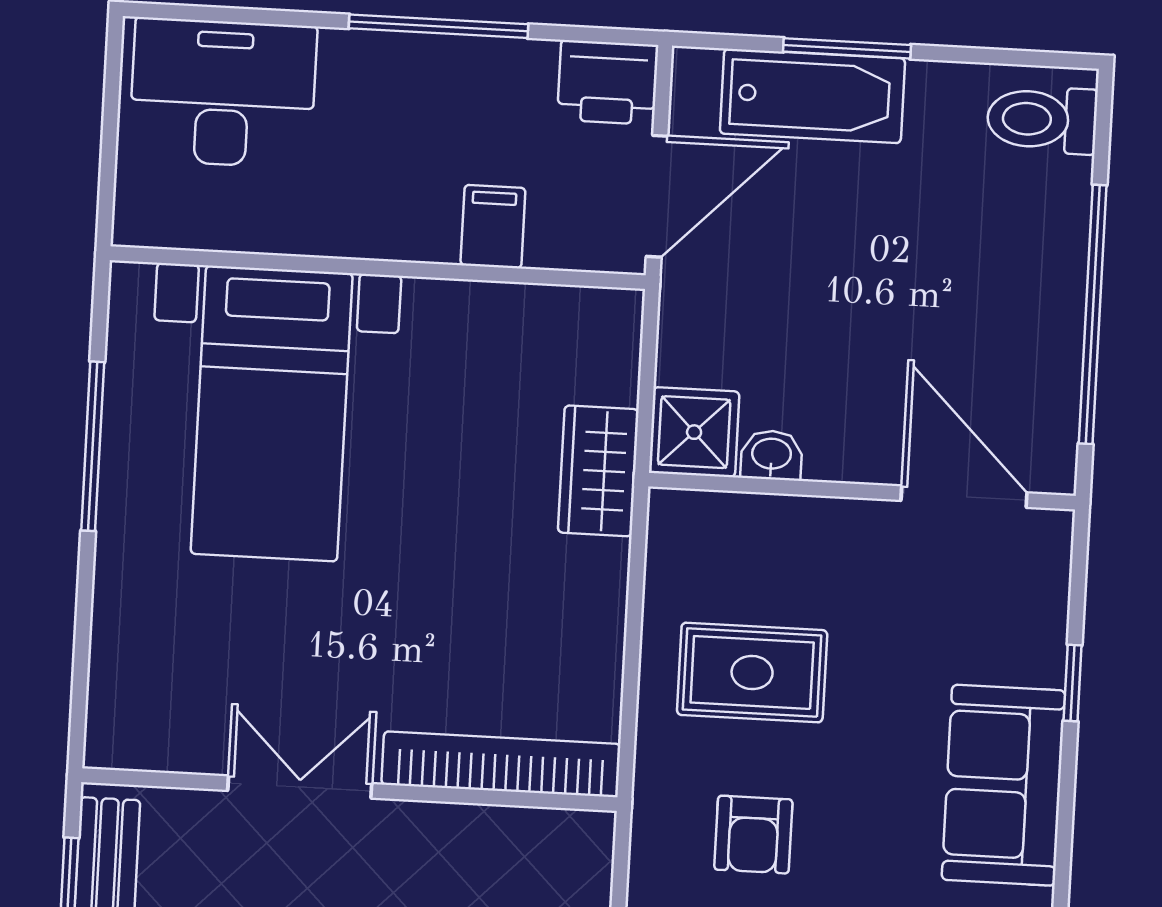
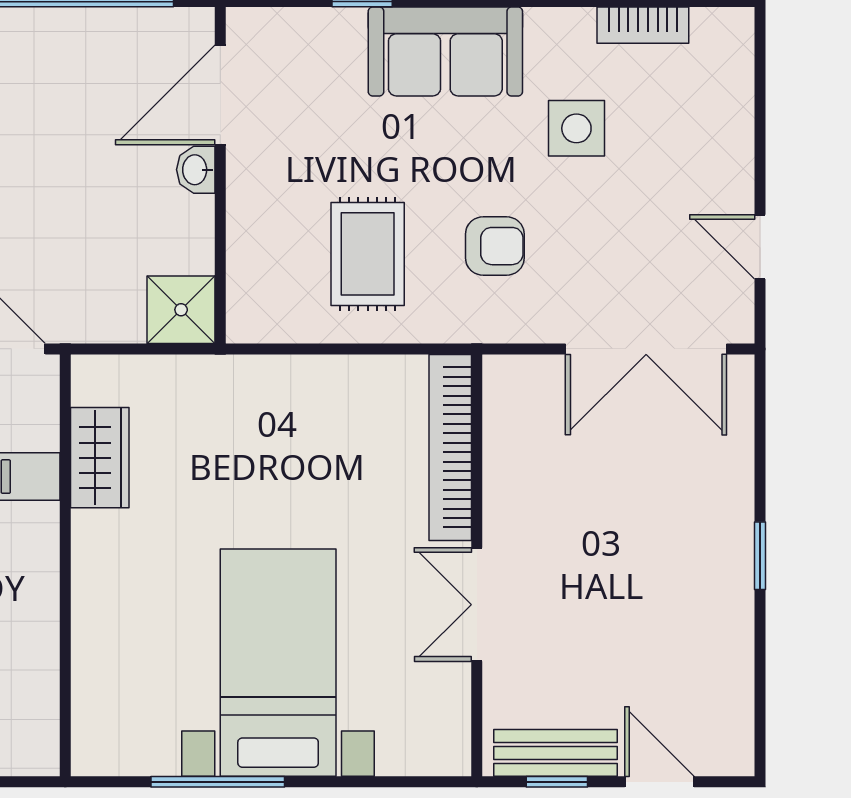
bed with nightstands: (272, 413) -> (278, 663), moved, turned -90
washbasin: (771, 455) -> (196, 170), moved
wardrobe: (598, 471) -> (100, 458), moved, turned -90

